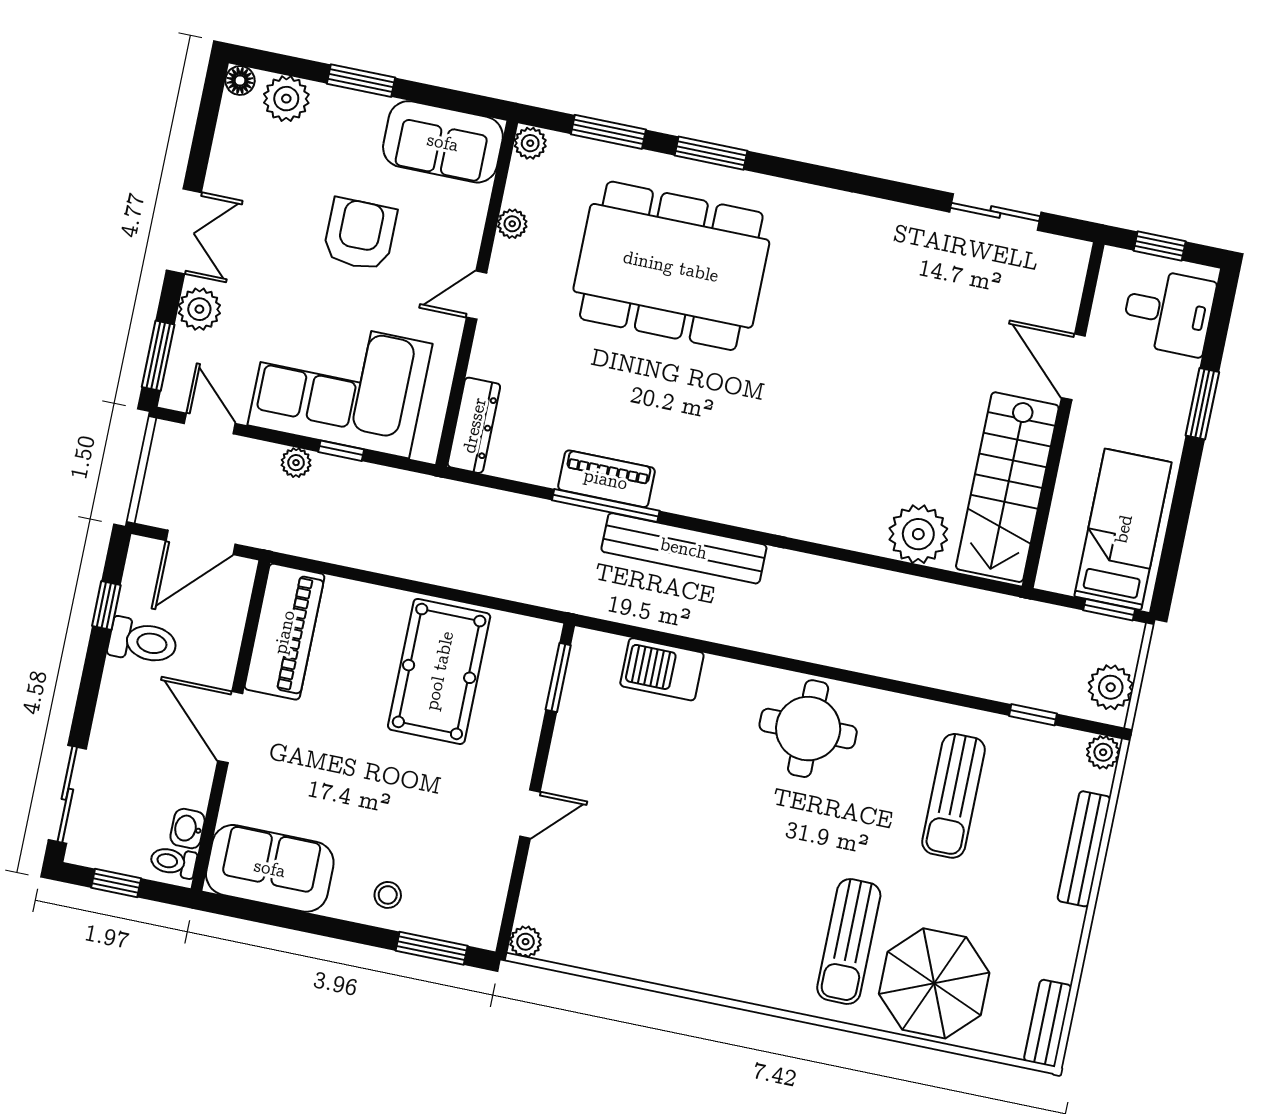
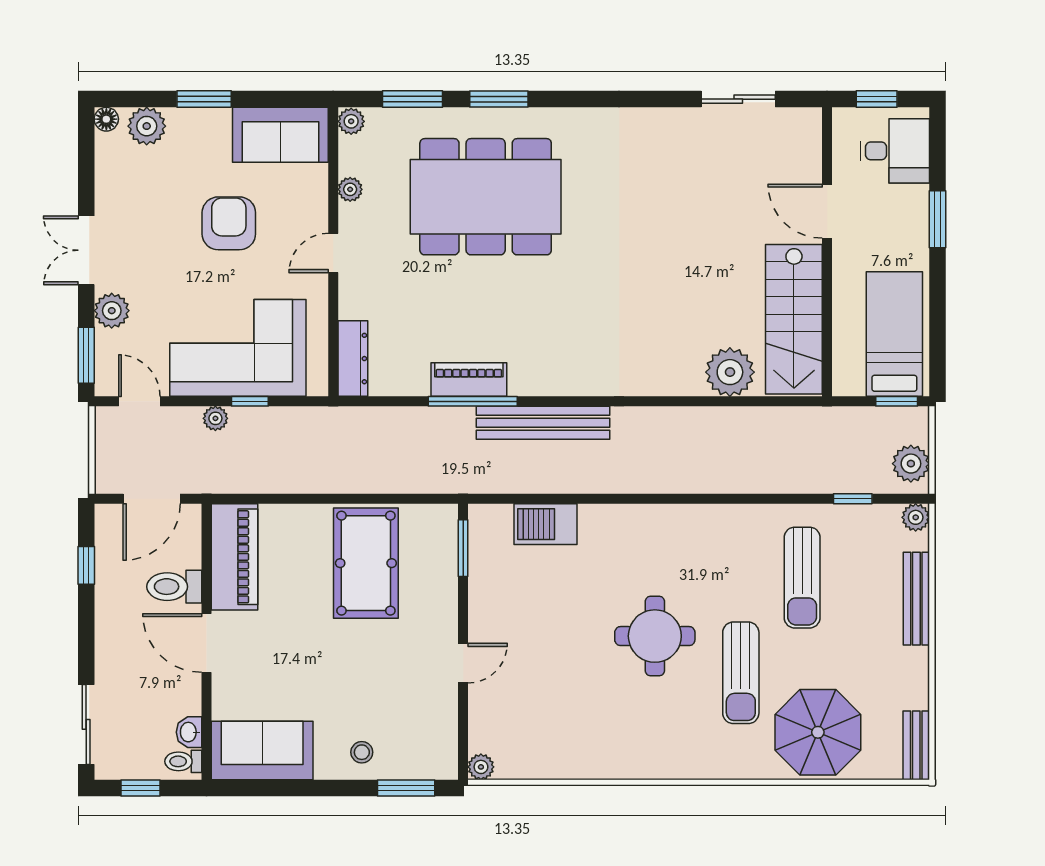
double door: (184, 231) -> (86, 250), swing flipped
toilet: (143, 641) -> (174, 587), moved, turned 180
round table: (808, 729) -> (655, 636), moved
sun lounger: (849, 941) -> (741, 673), moved

